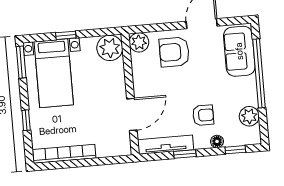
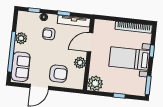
plant: (139, 42) -> (80, 63), moved
bed with nightstands: (54, 73) -> (129, 59), moved, turned -90
plant: (249, 116) -> (21, 38), moved

